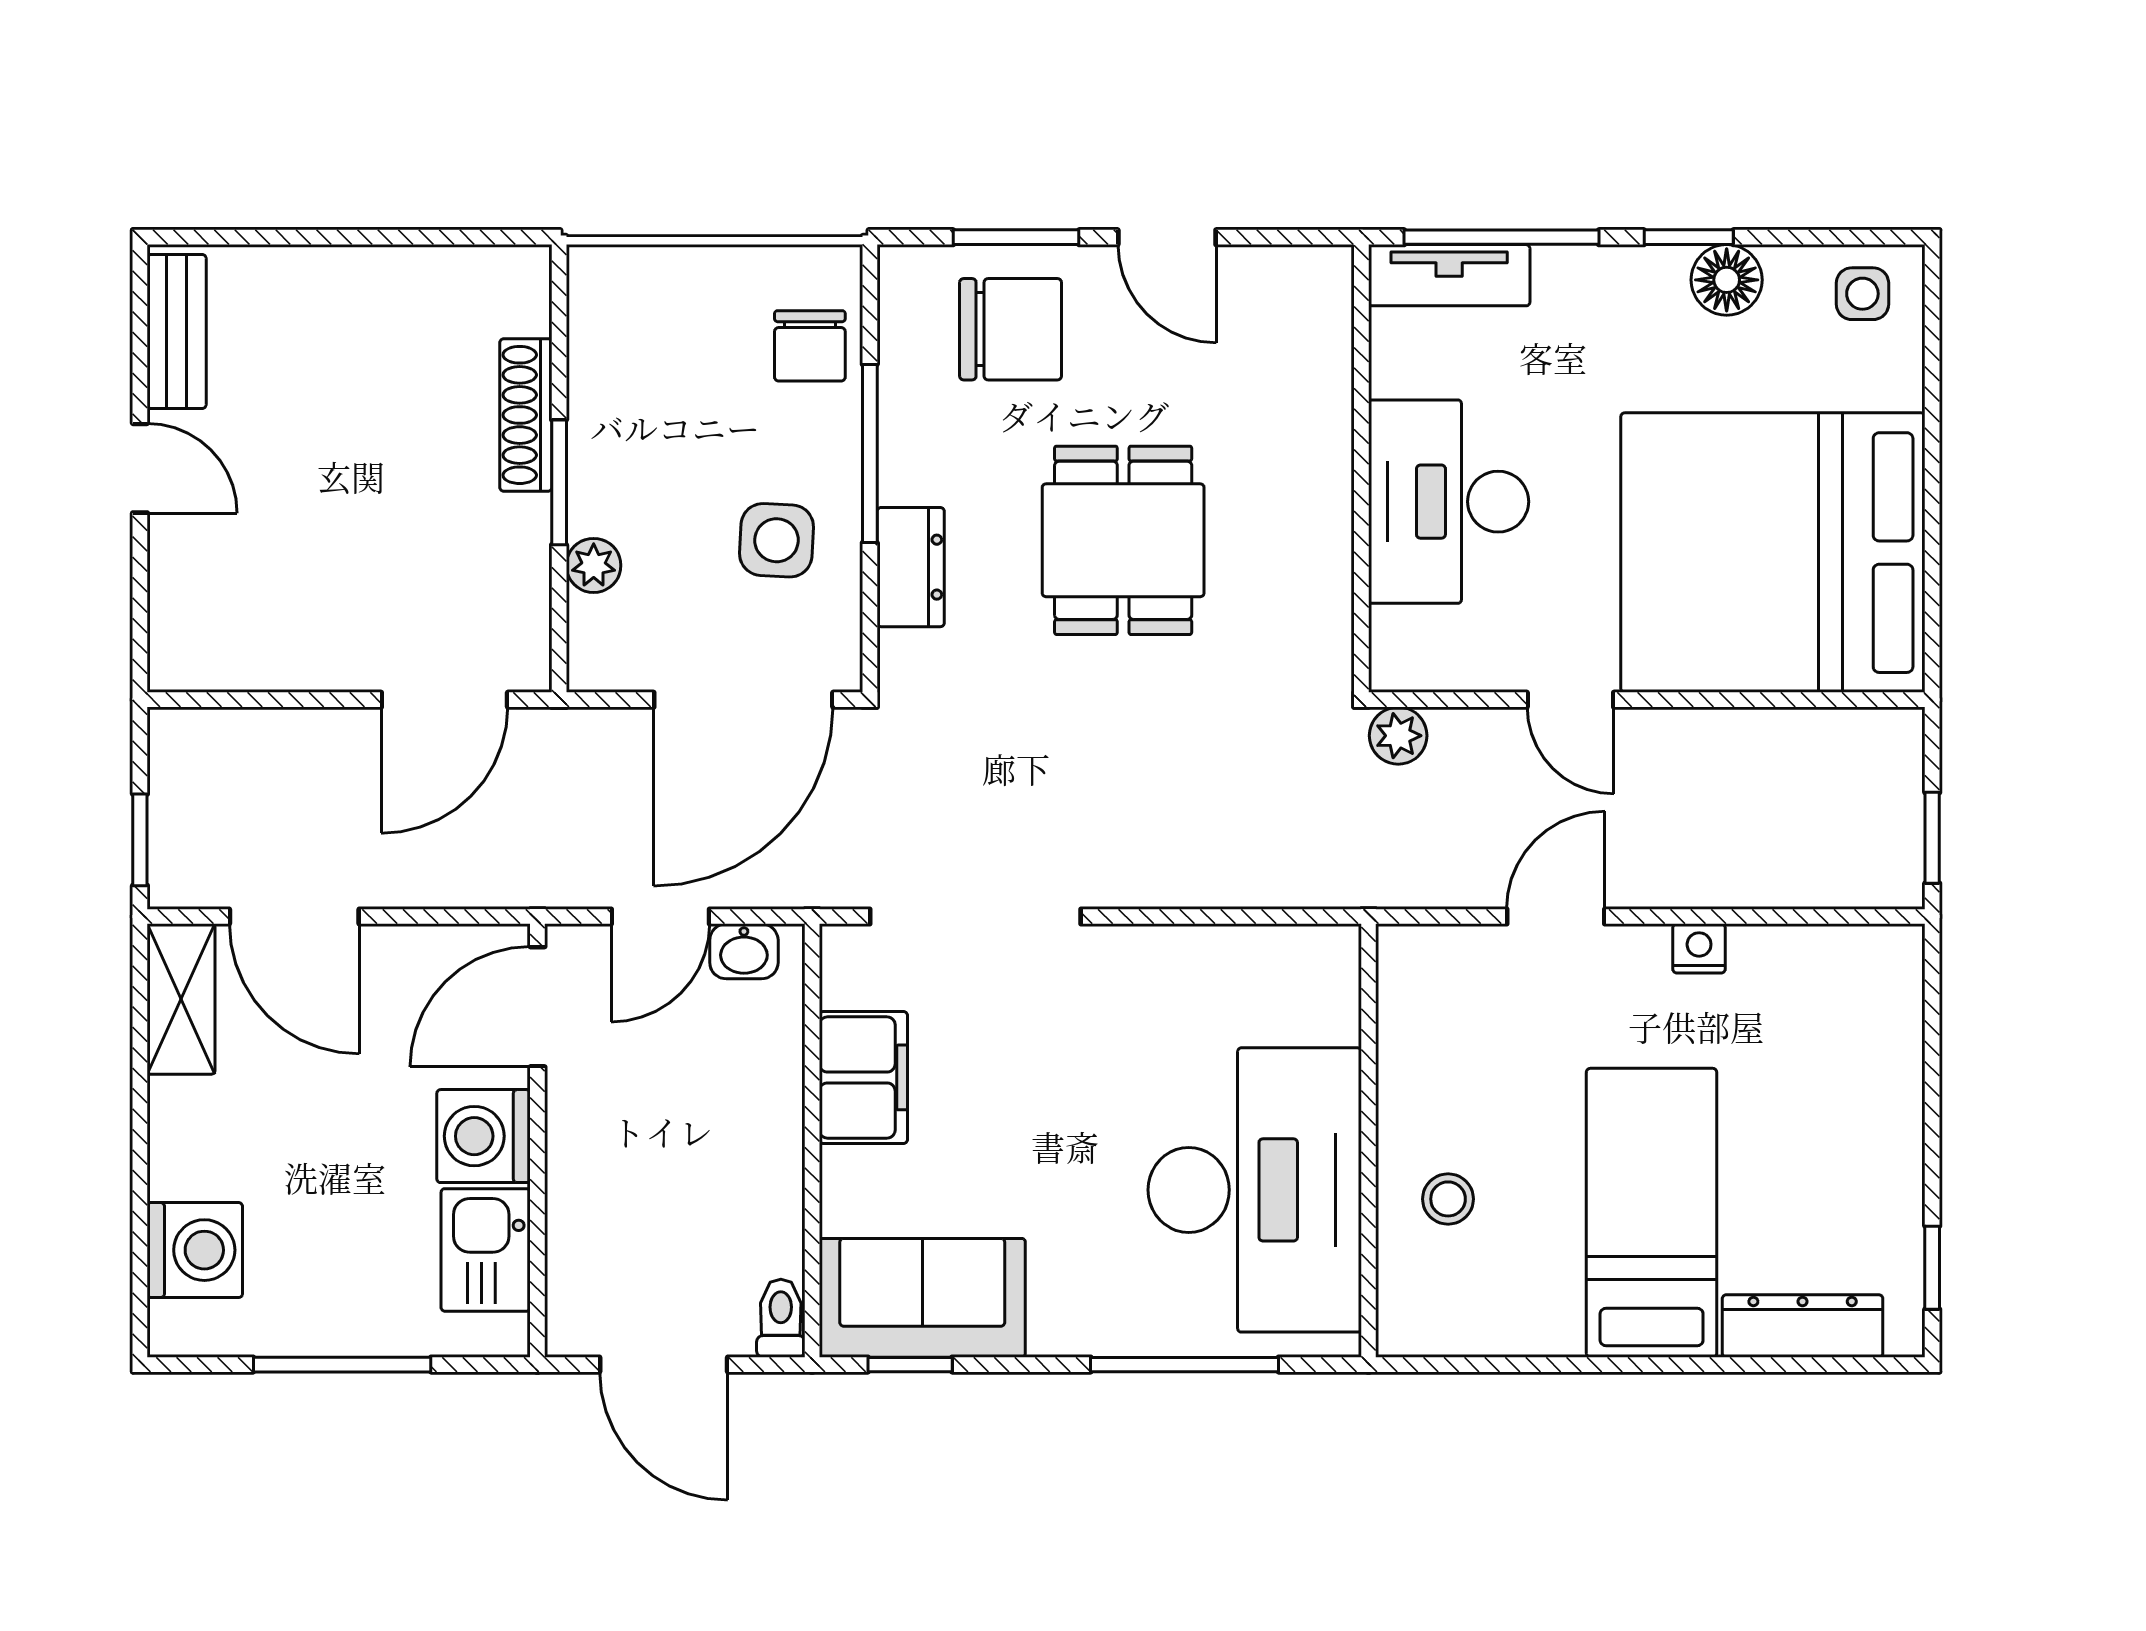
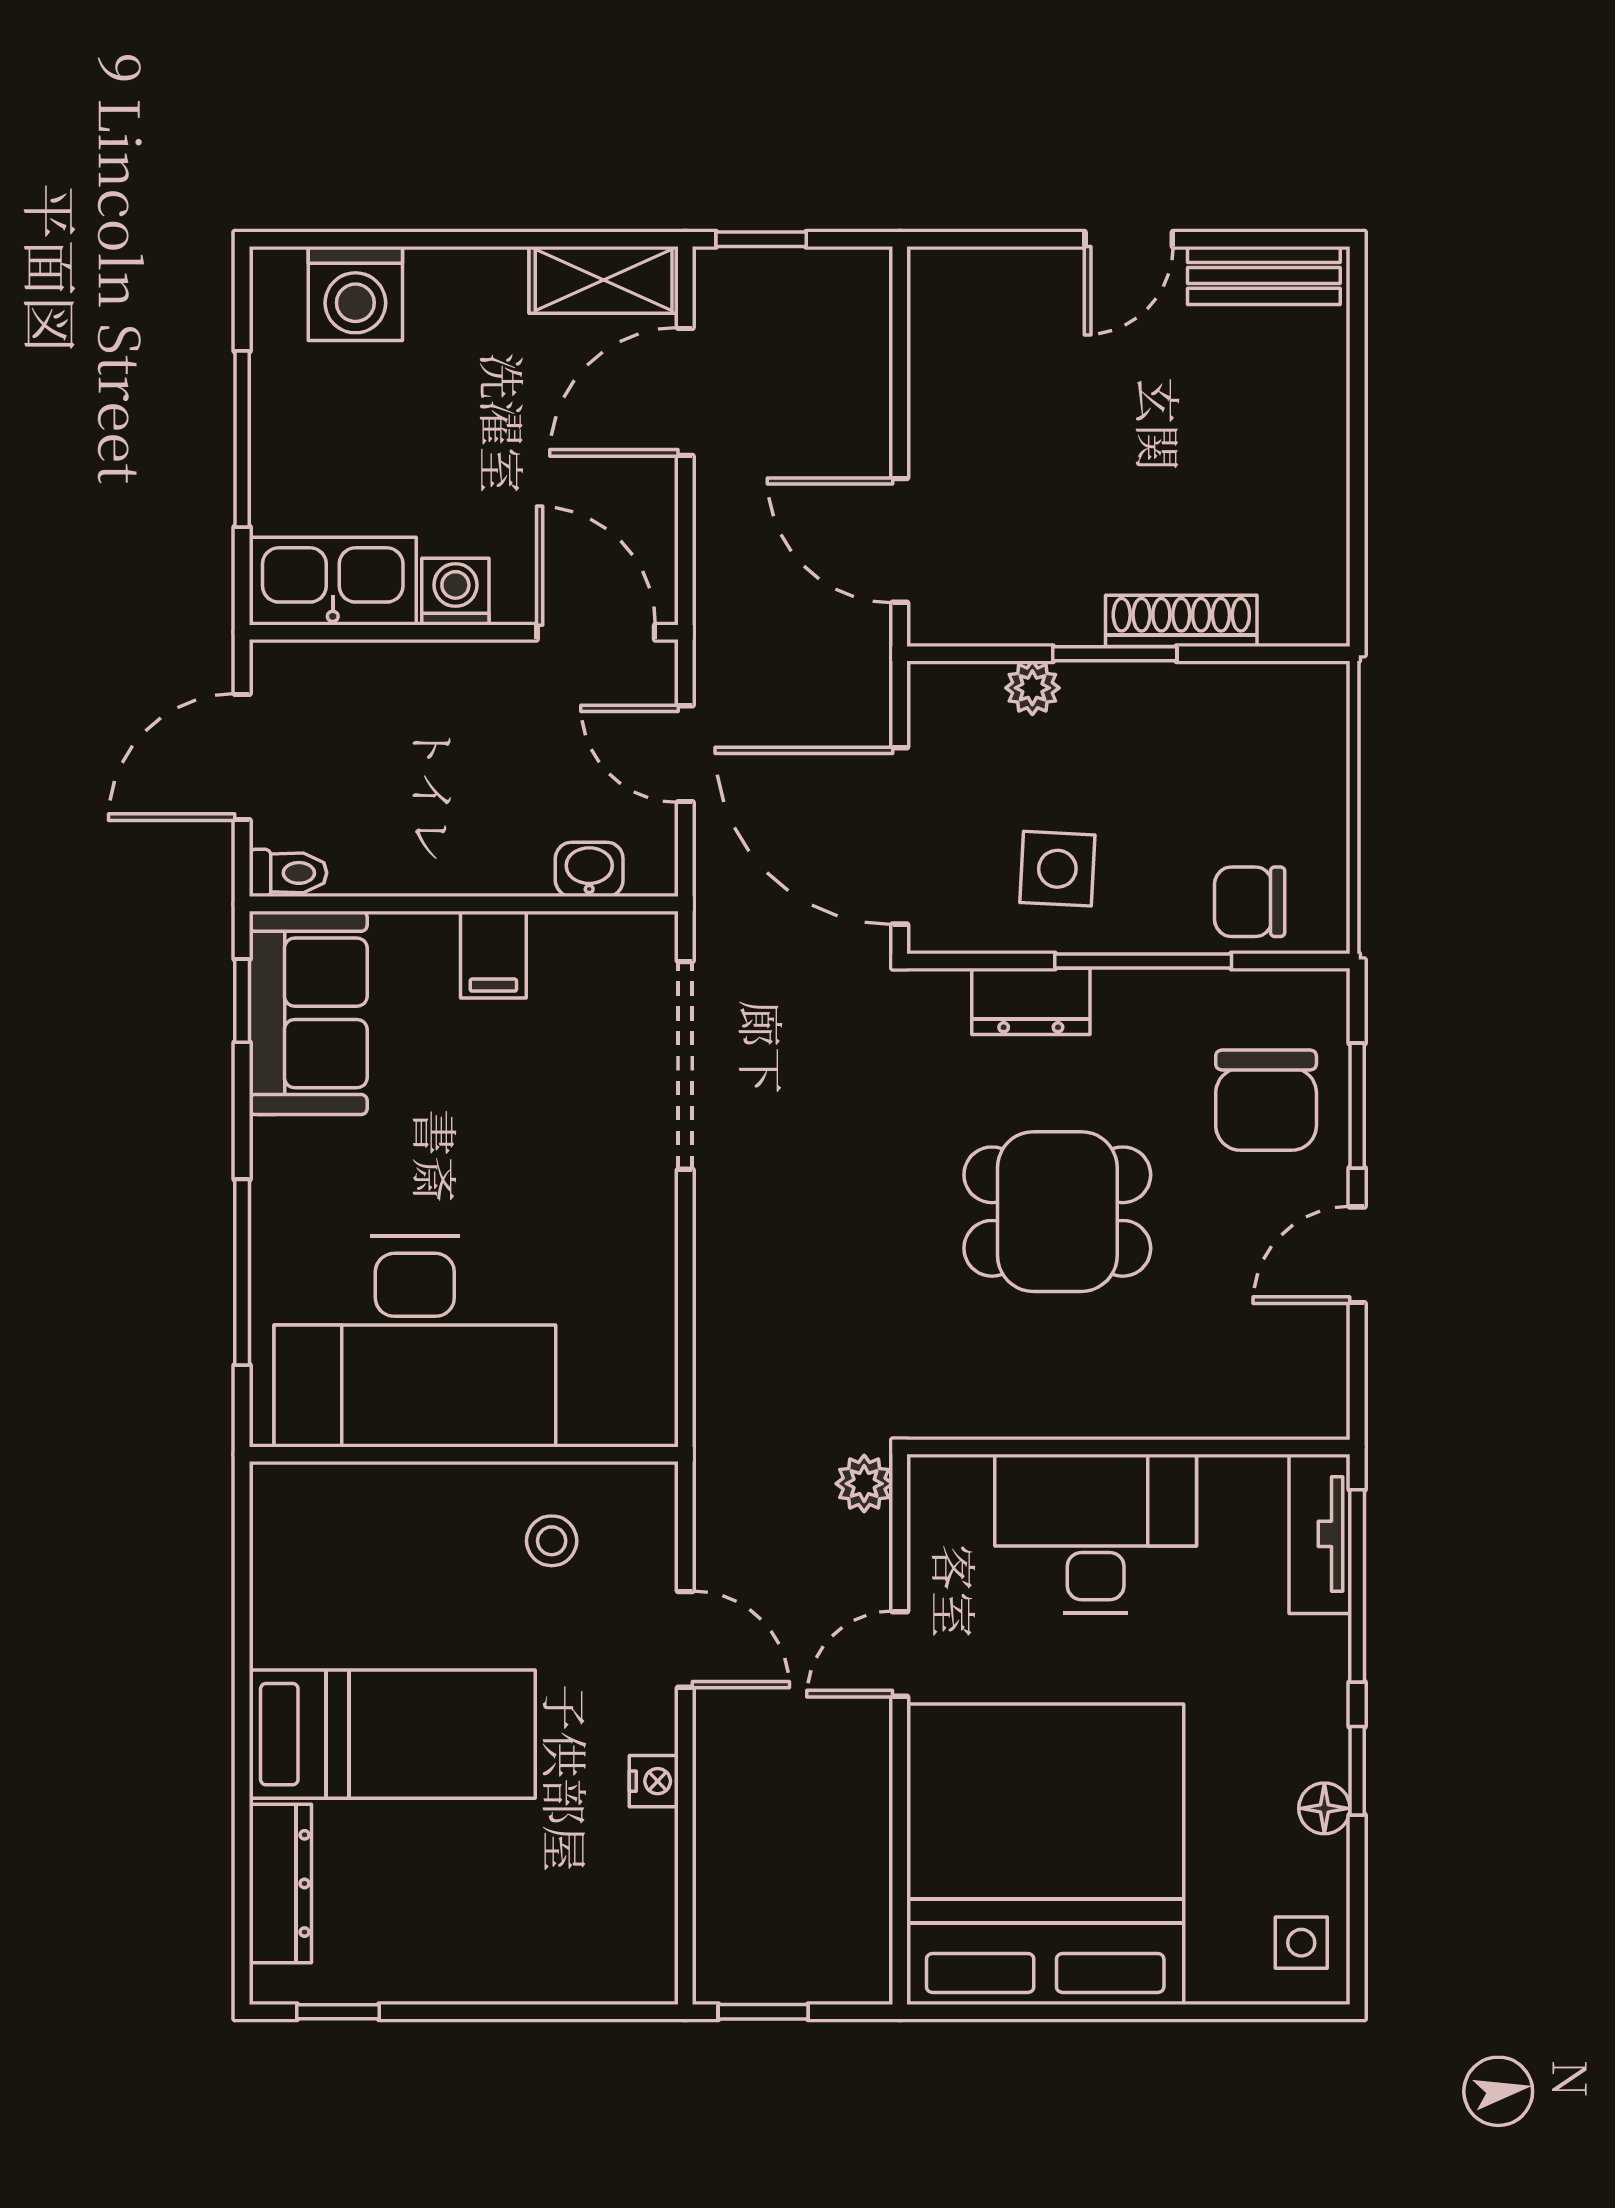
floor lamp: (1727, 280) -> (1324, 1808), width x0.73, depth x0.73
washbasin: (744, 951) -> (589, 869), moved, turned 90
filing cabinet: (863, 1077) -> (493, 955), width x0.50
washing machine: (484, 1136) -> (455, 592), width x0.73, depth x0.73
stool: (1448, 1199) -> (552, 1541), moved
kitchen sink: (486, 1250) -> (333, 581), width x1.38

